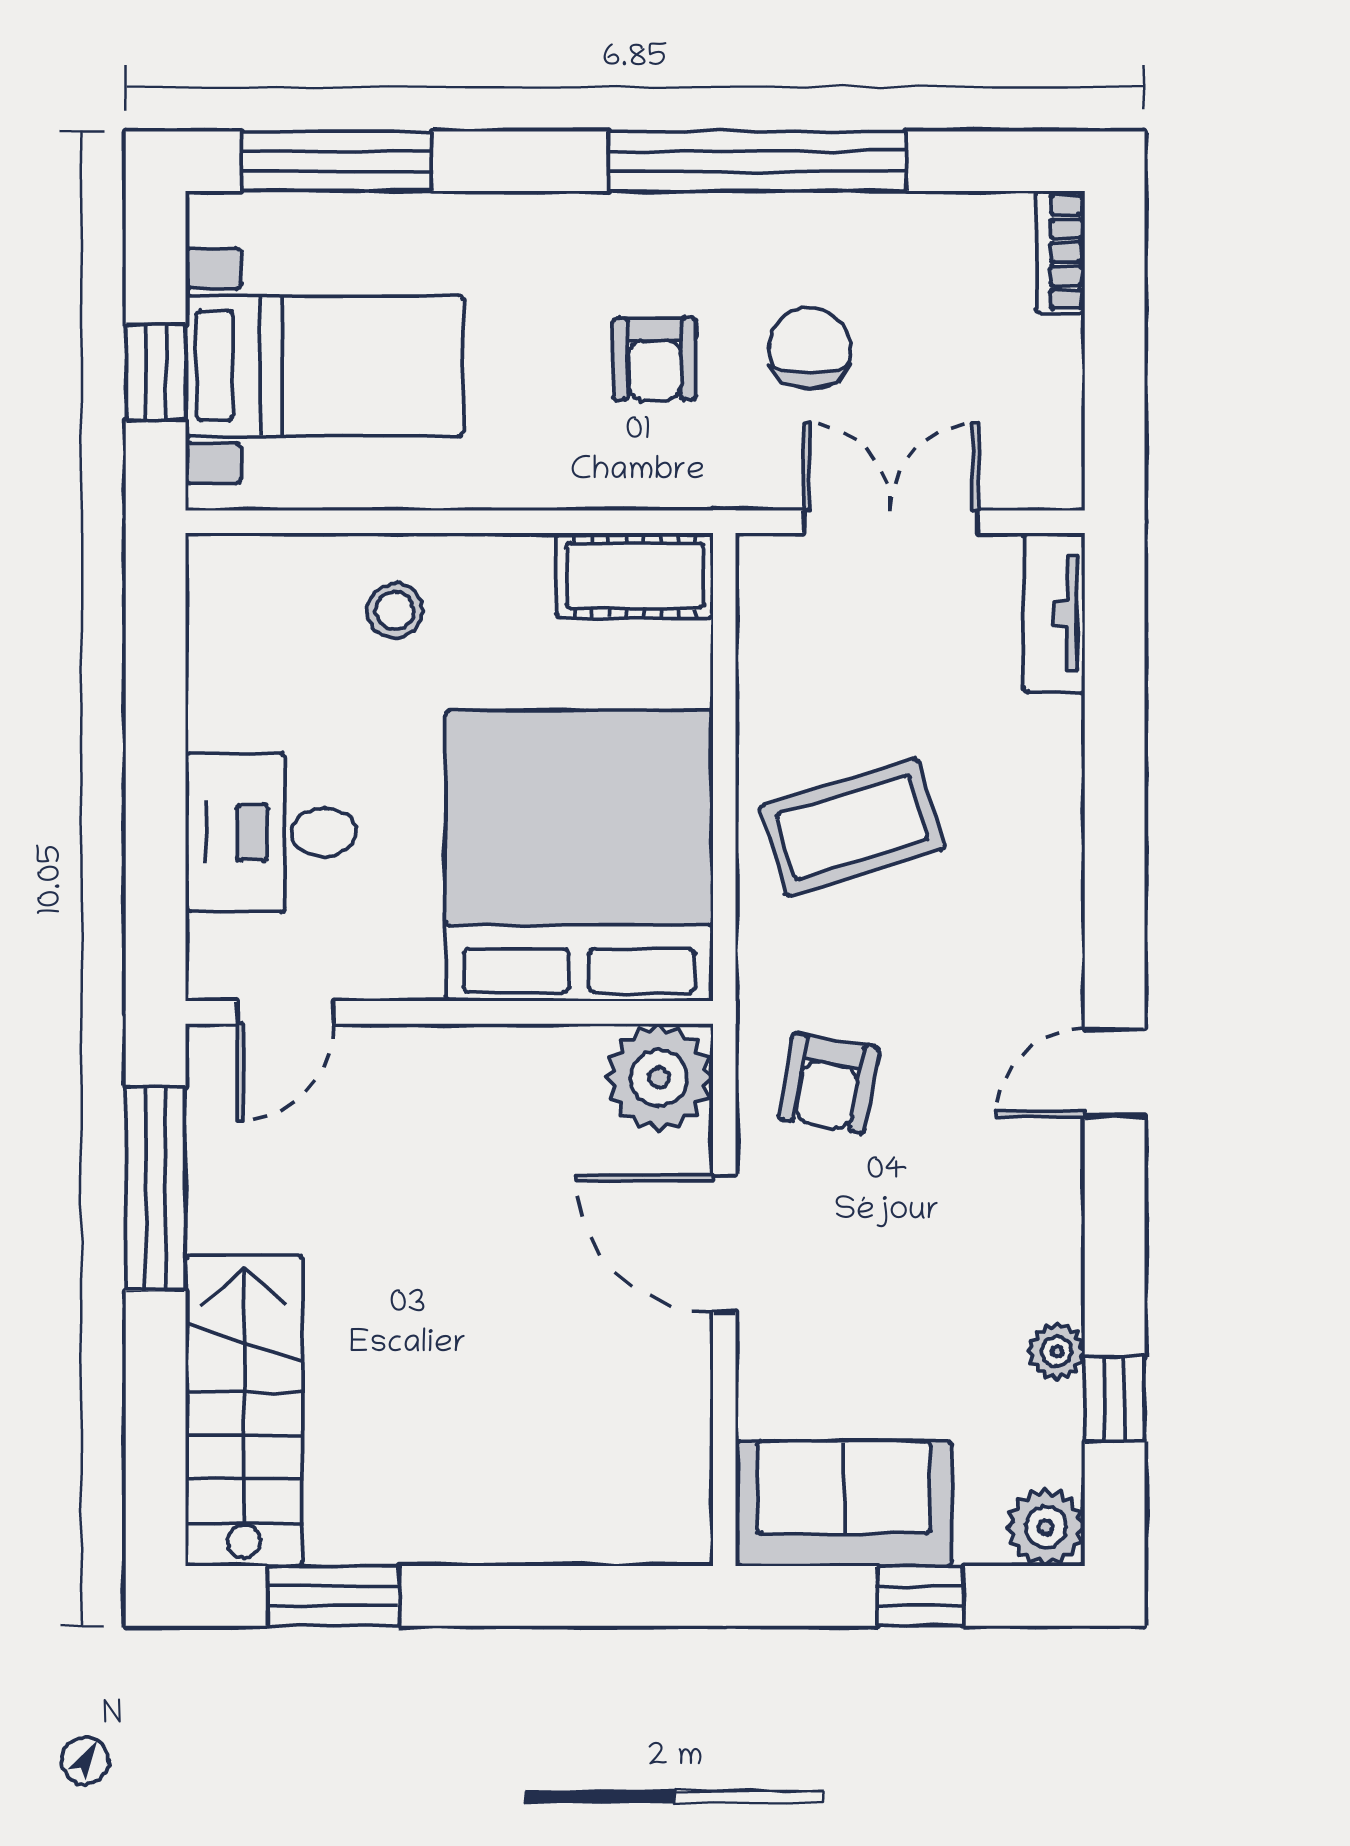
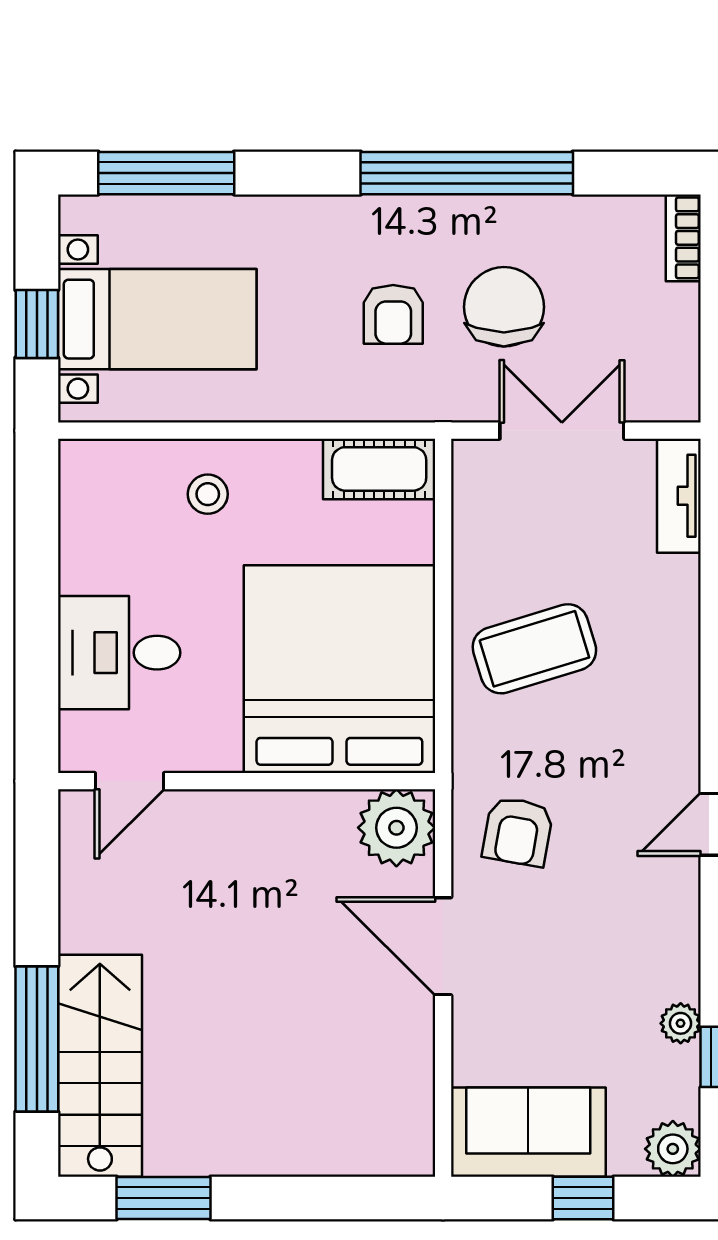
chair: (810, 349) -> (504, 307), width x1.37, depth x1.37
window: (156, 1189) -> (37, 1039), moved

